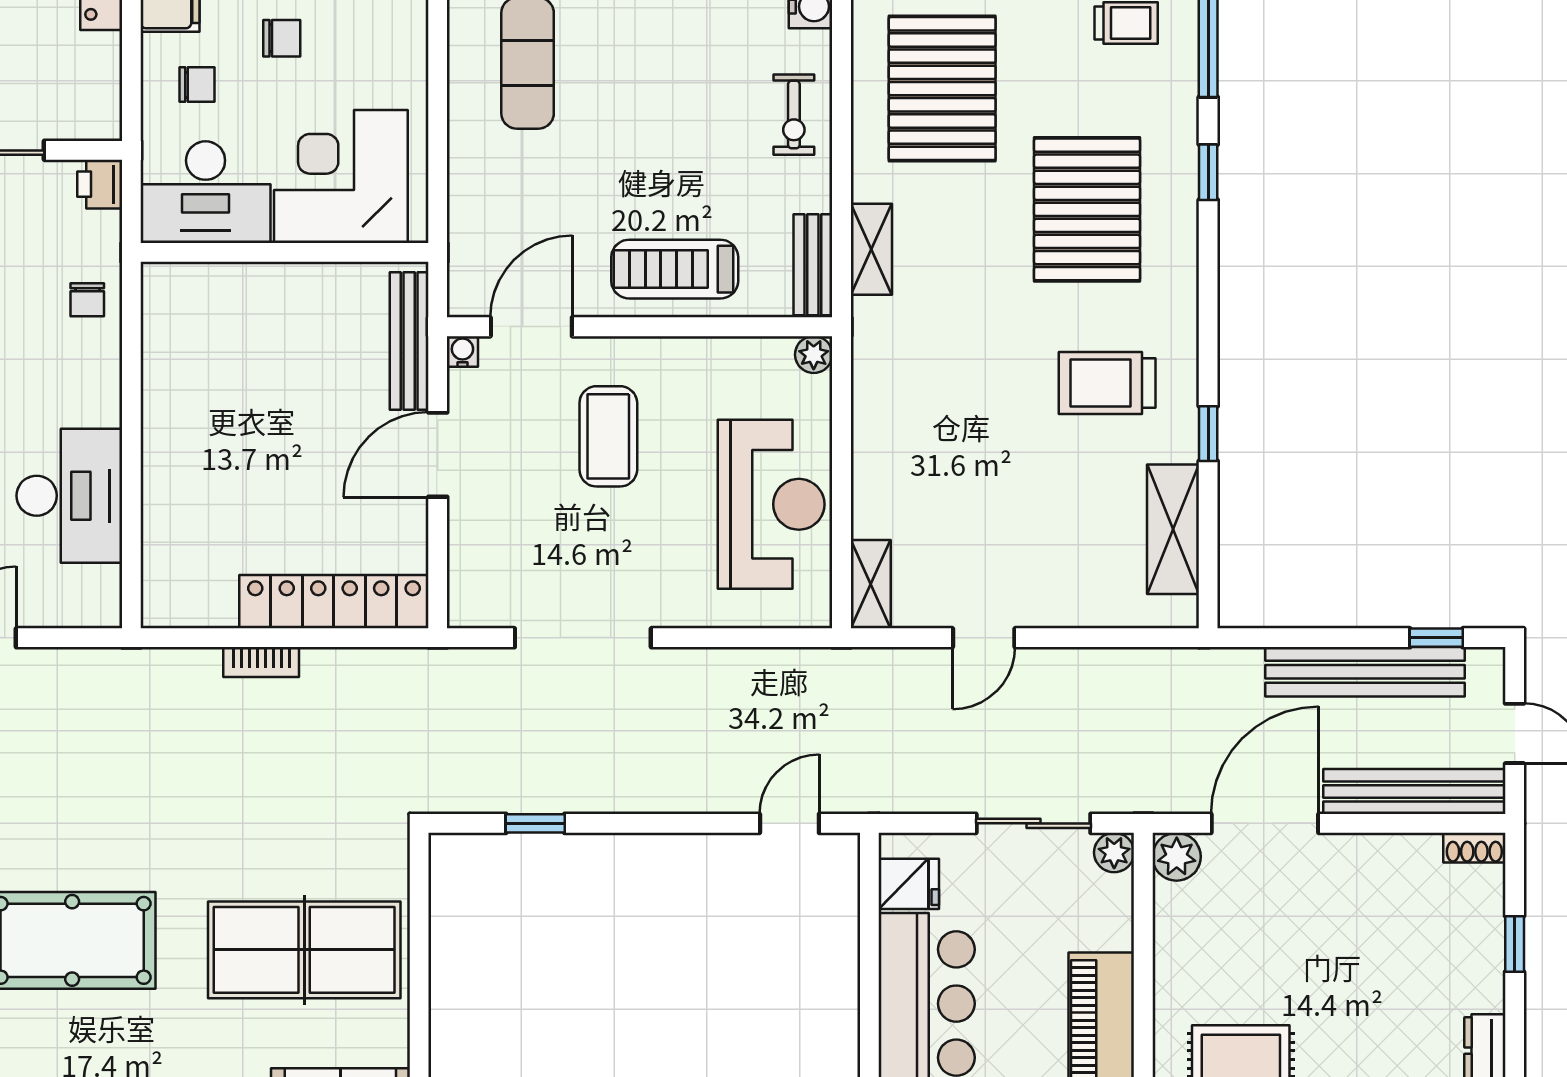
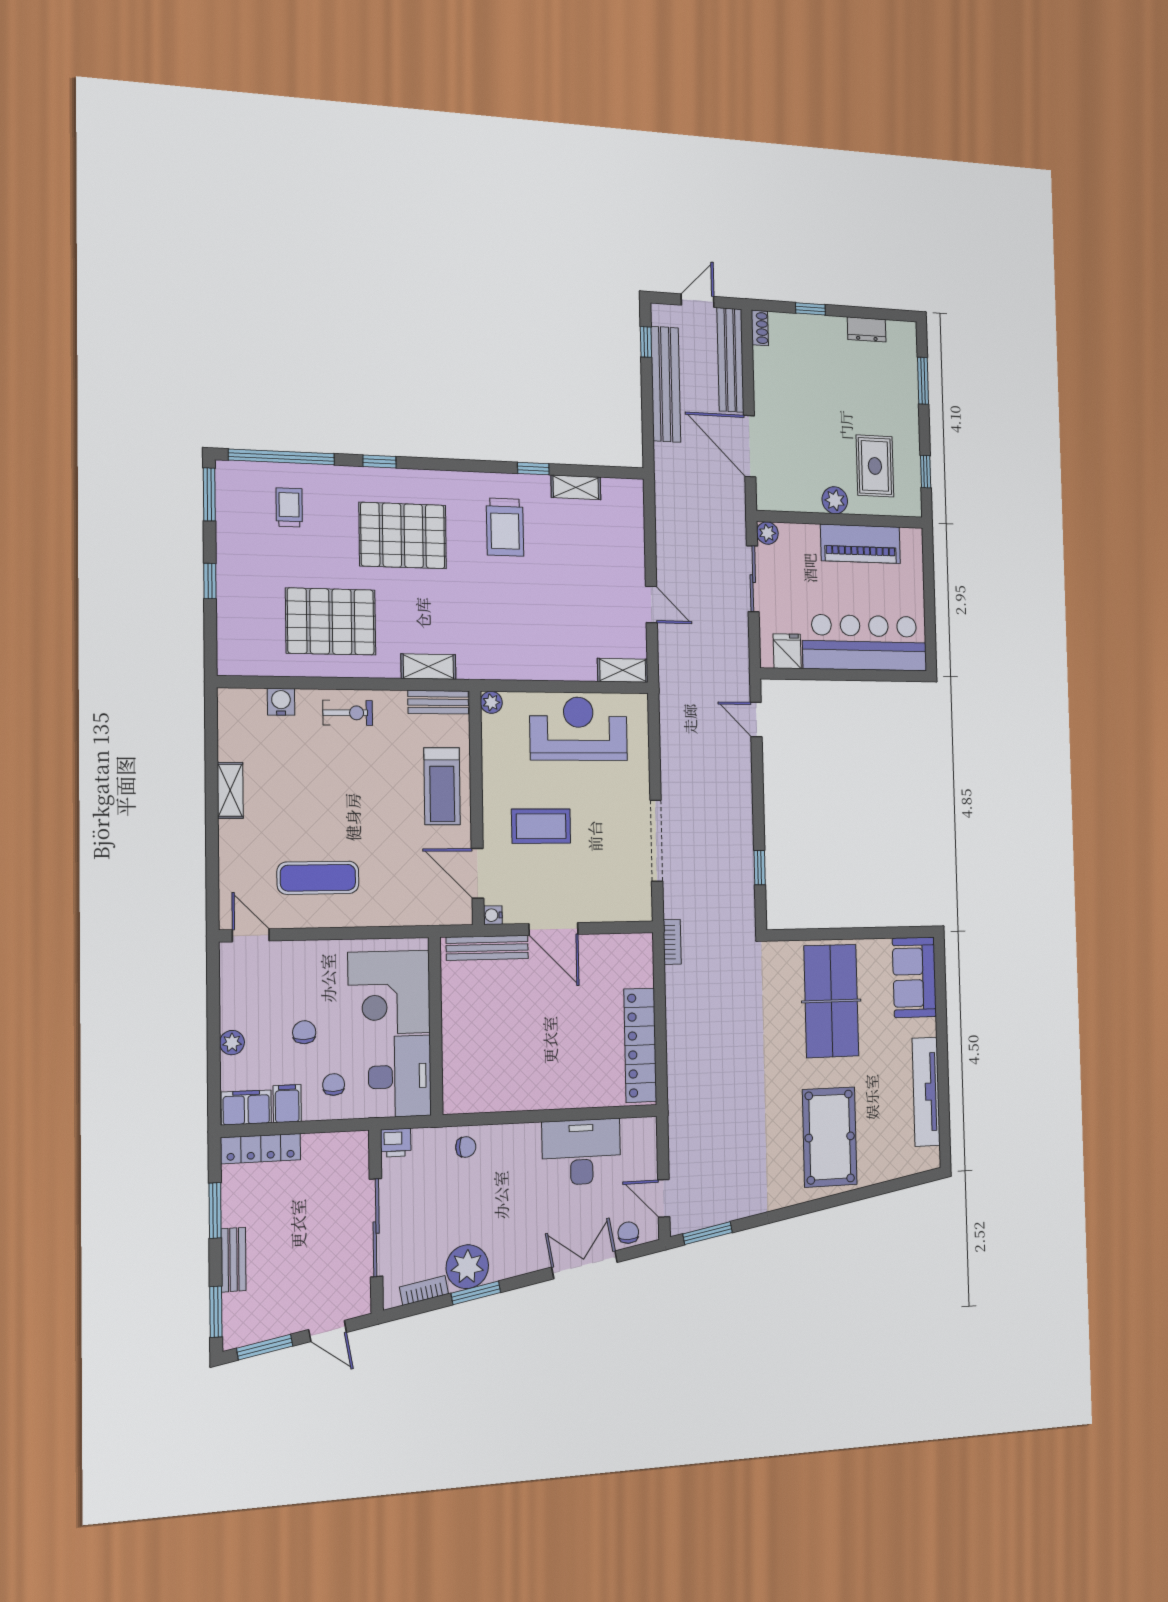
shelving: (1173, 529) -> (576, 487), width x0.67, depth x0.75
locker: (334, 602) -> (640, 1045), moved
bookcase: (261, 662) -> (672, 942), moved
plant: (1177, 857) -> (835, 500), moved

